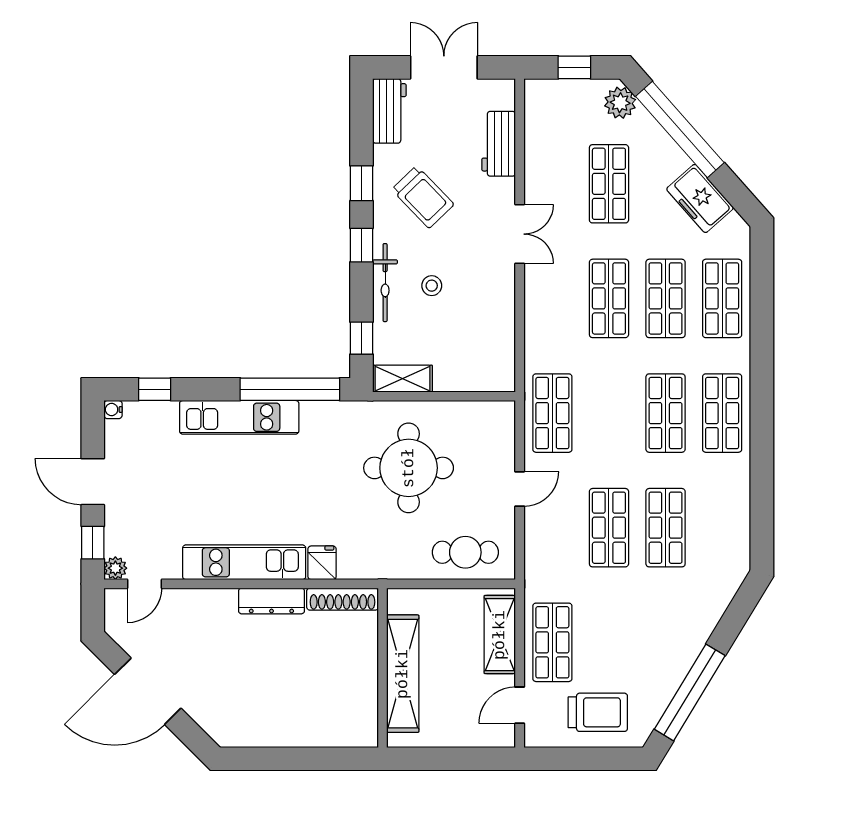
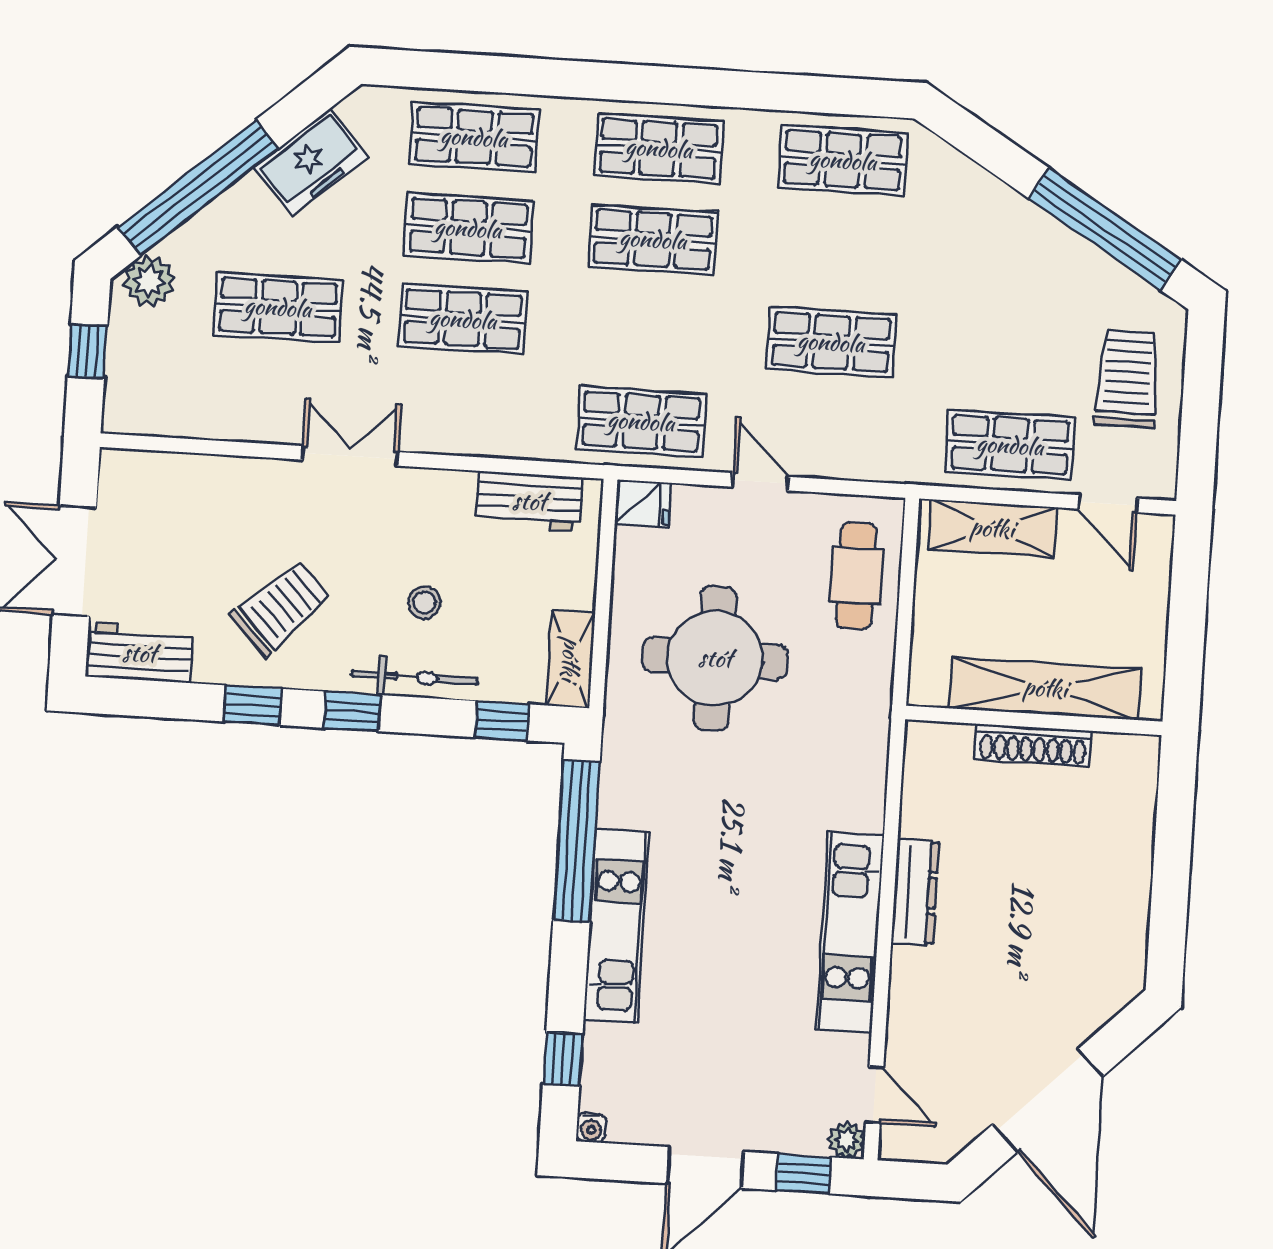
workbench: (499, 144) -> (529, 501), moved
shop shelf: (666, 528) -> (843, 160), moved
fridge: (322, 563) -> (643, 504), moved, turned 180
shoe rack: (342, 599) -> (1033, 745), moved, turned 90

